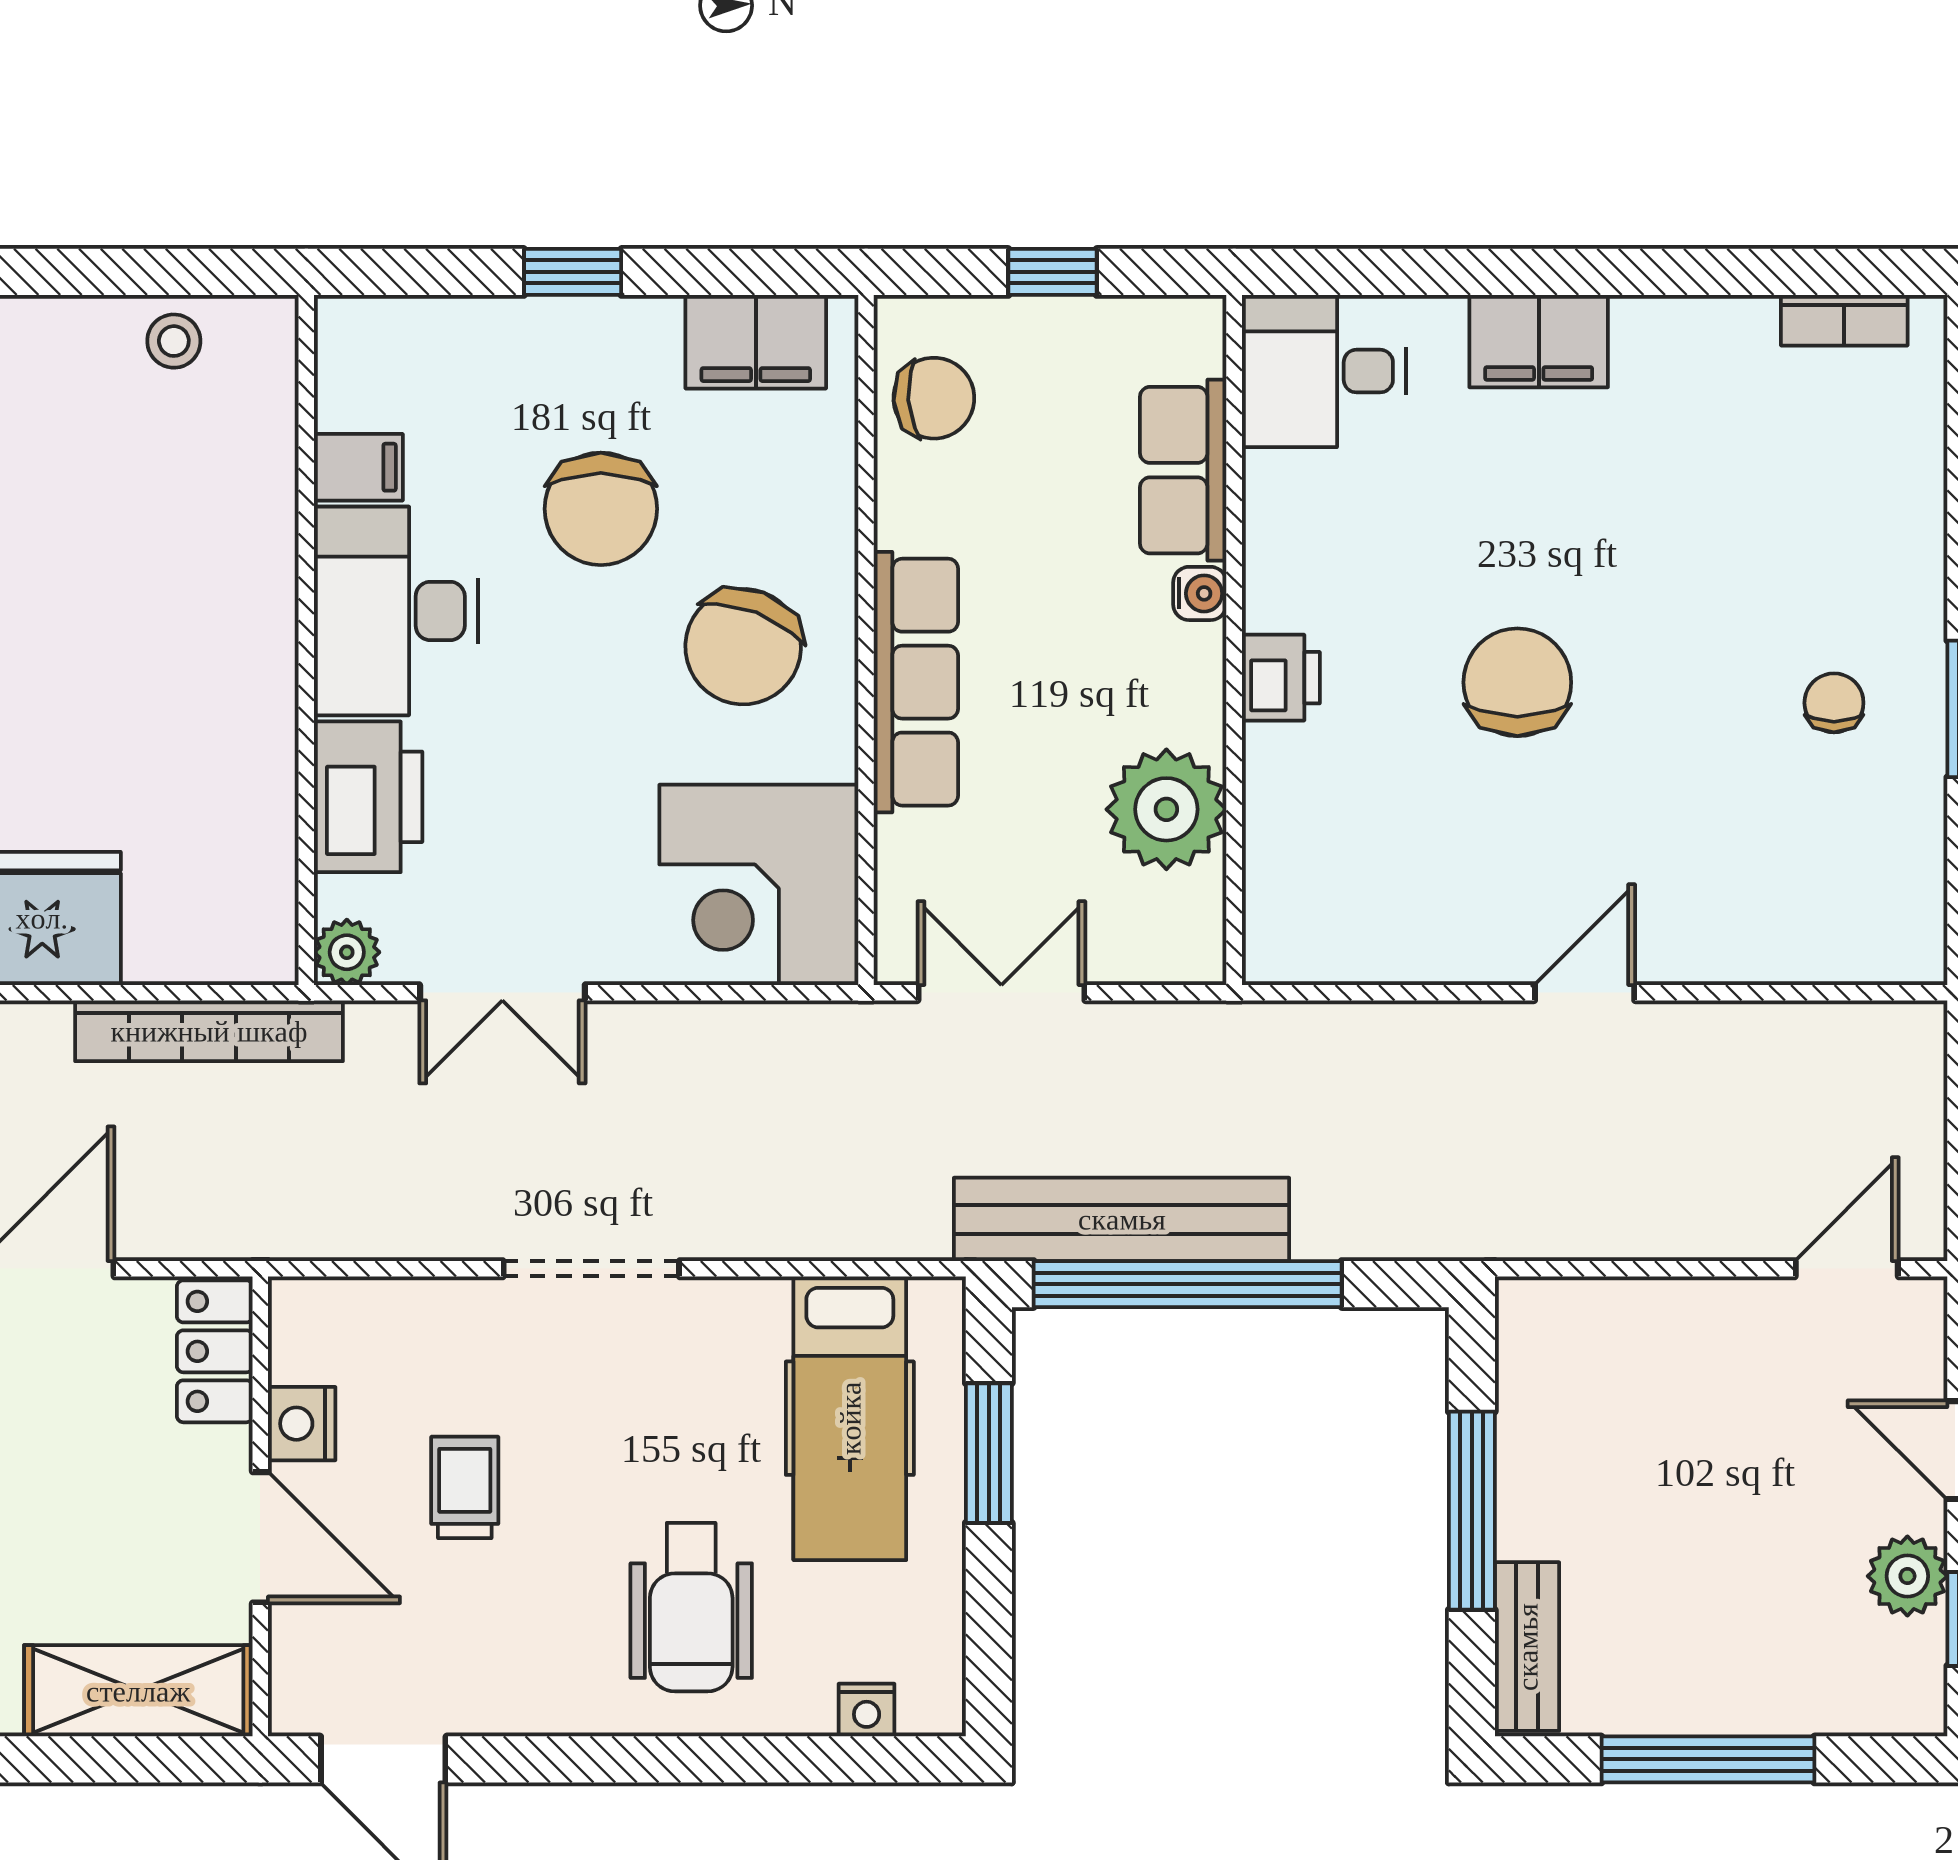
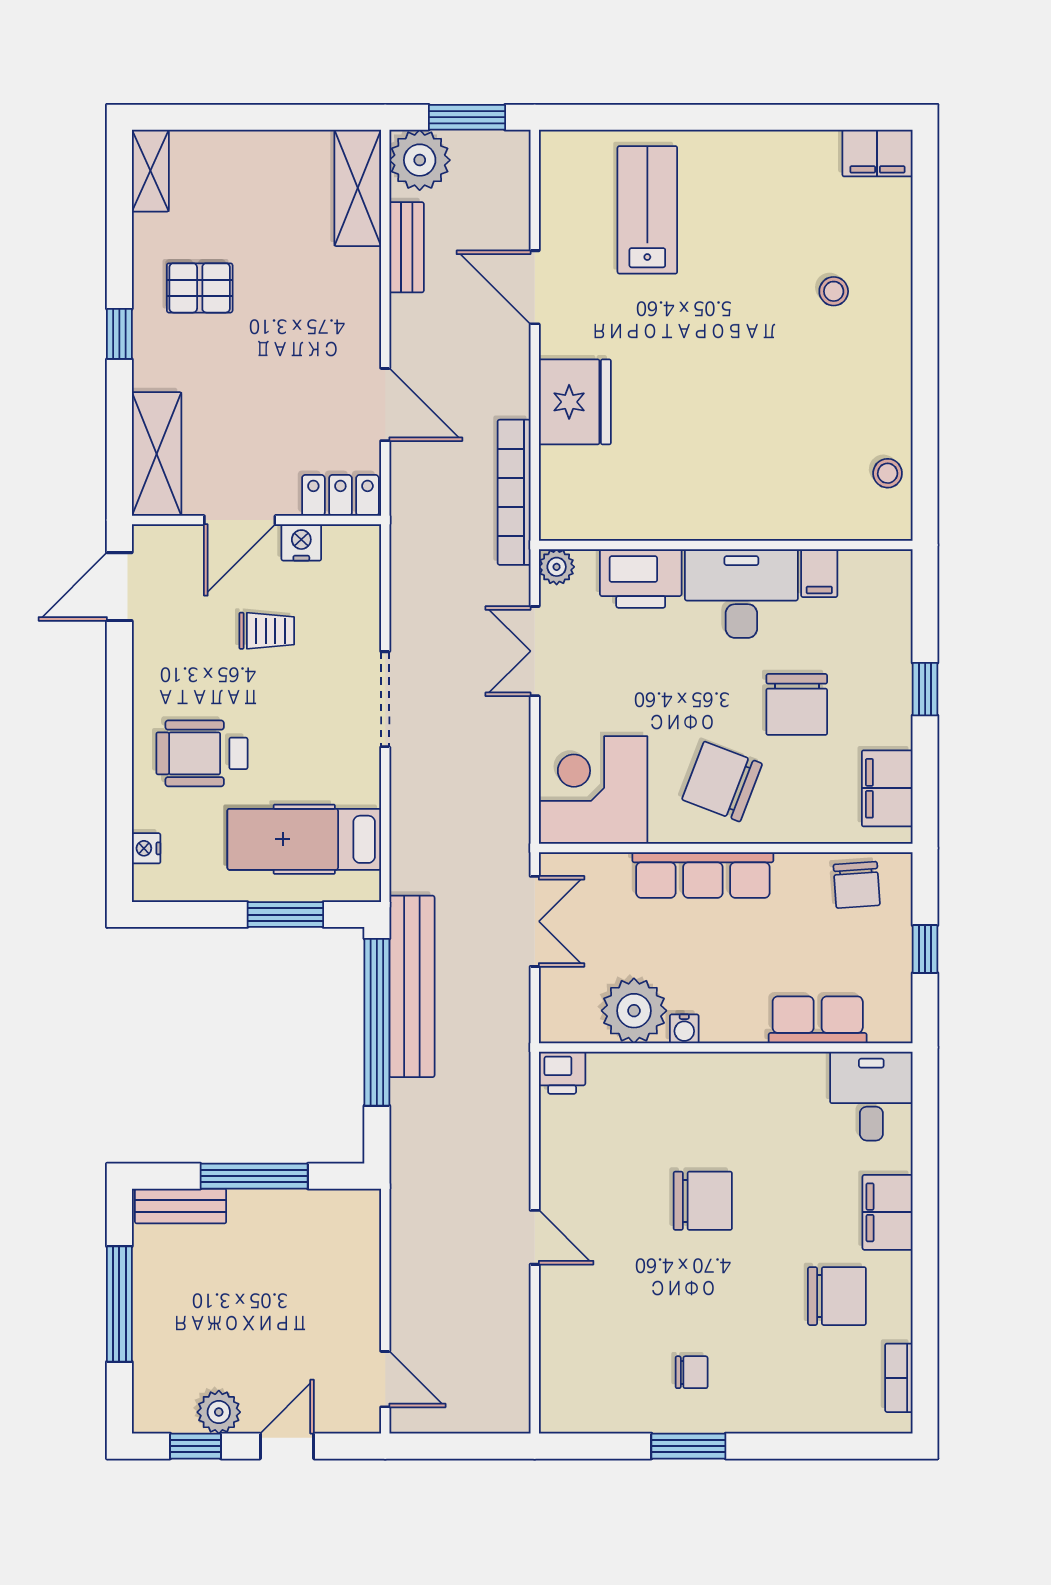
chair: (1693, 435) -> (837, 1296), added
chair: (601, 509) -> (797, 704), turned -90
water cooler: (1200, 593) -> (684, 1029), moved
printer: (1281, 678) -> (562, 1073), moved

